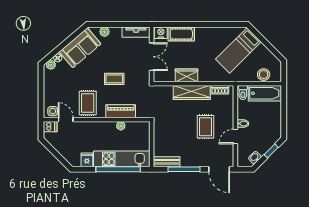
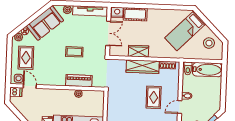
tv unit: (136, 32) -> (90, 11), width x1.41
stool: (264, 75) -> (209, 43), moved
rug: (88, 103) -> (26, 58), moved

